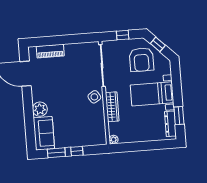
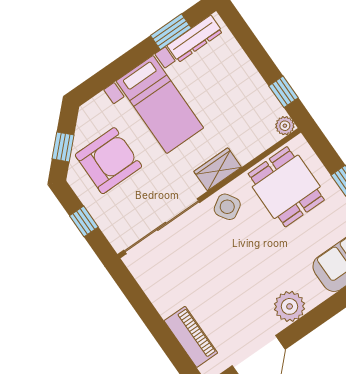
wardrobe: (112, 107) -> (218, 169), width x0.67
plant: (40, 109) -> (290, 306), moved
dining table: (88, 126) -> (286, 187), added
window: (128, 147) -> (284, 92), added

